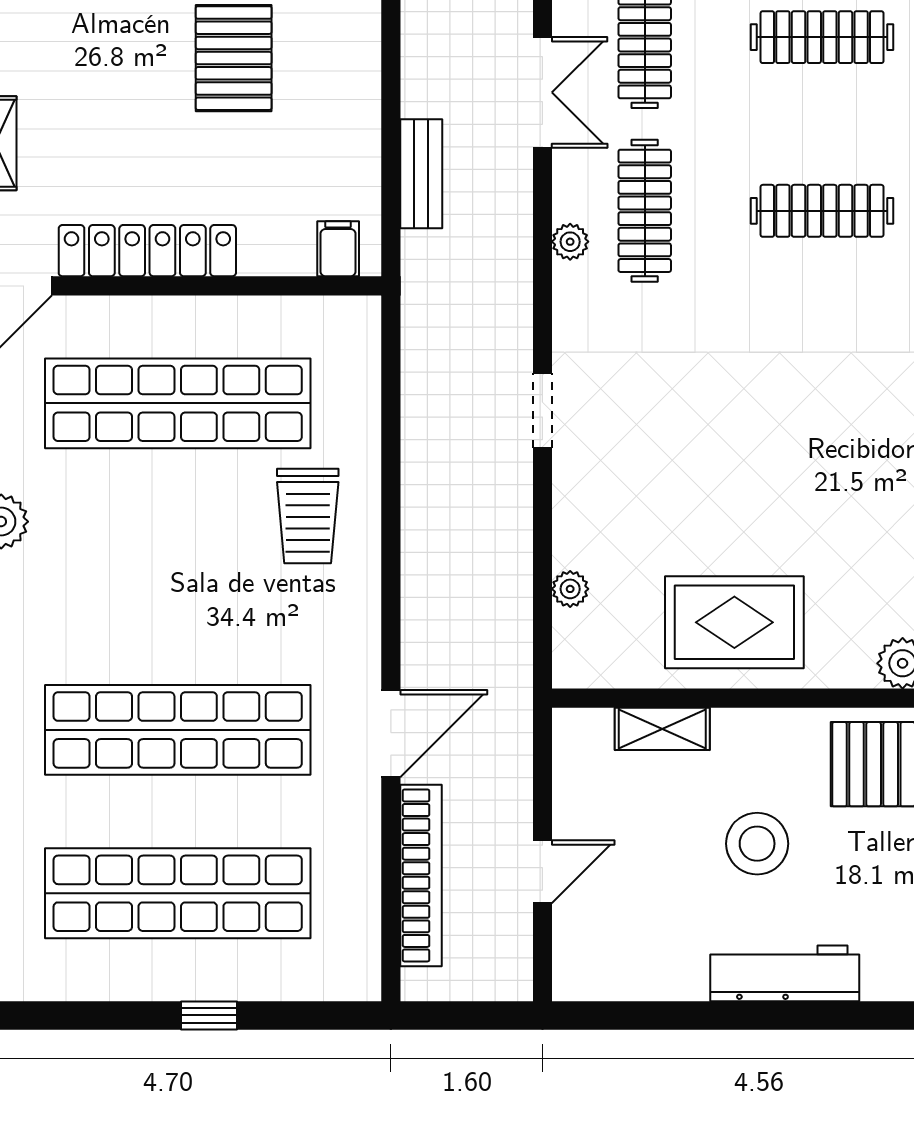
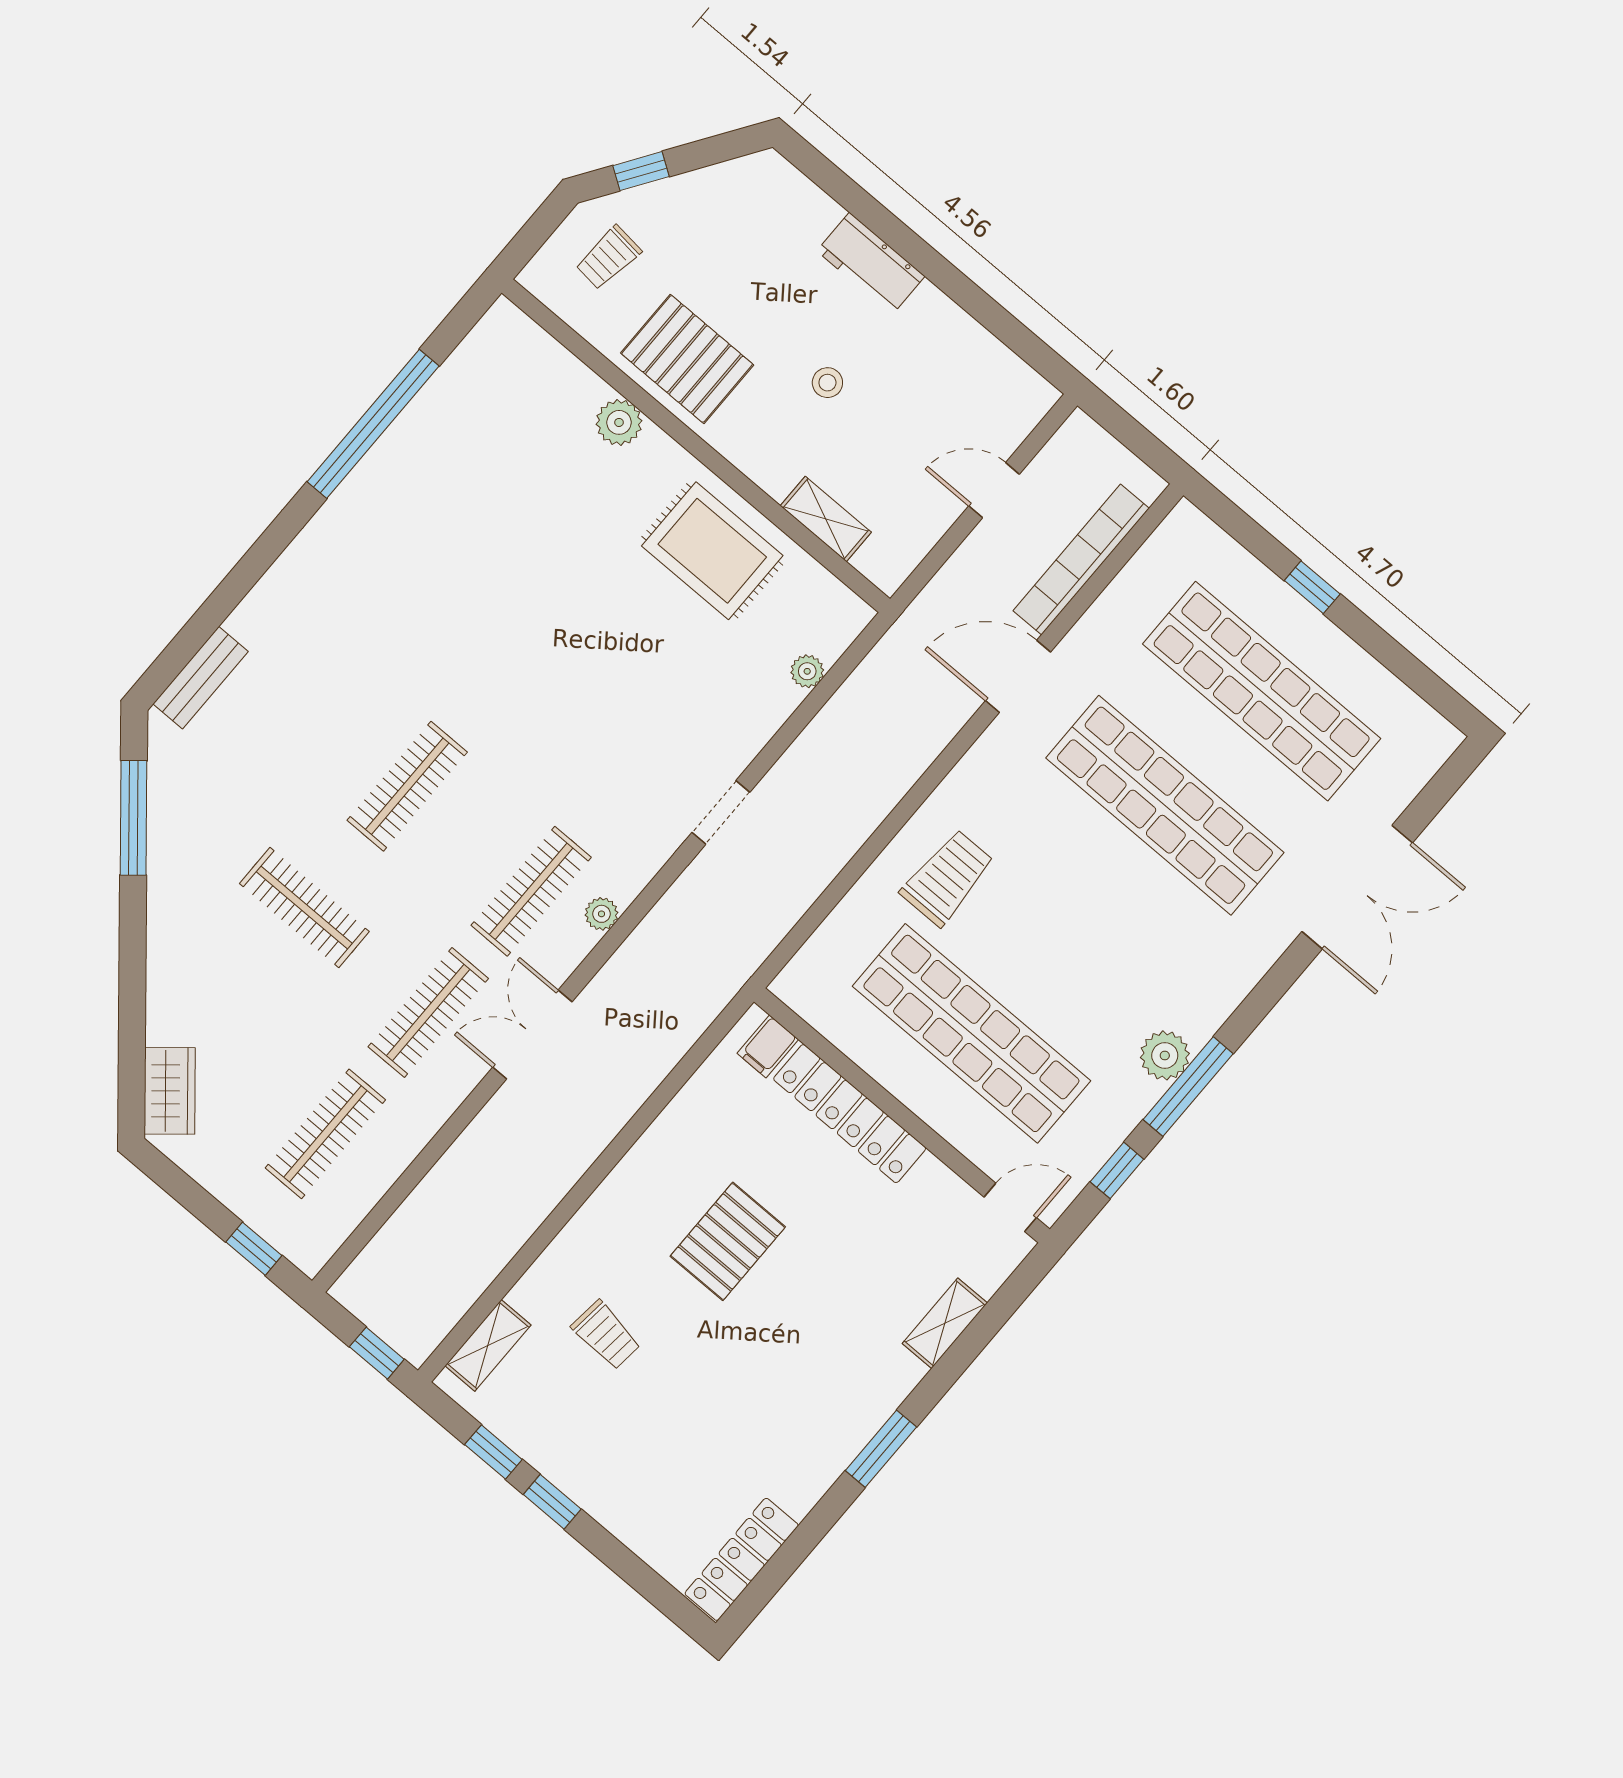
bench: (421, 174) -> (665, 1050), removed
clothes rail: (822, 211) -> (407, 786), turned 90
locker: (147, 251) -> (850, 1114), moved
stool: (757, 844) -> (827, 383), width x0.53, depth x0.53
workbench: (785, 973) -> (871, 264), width x0.73

